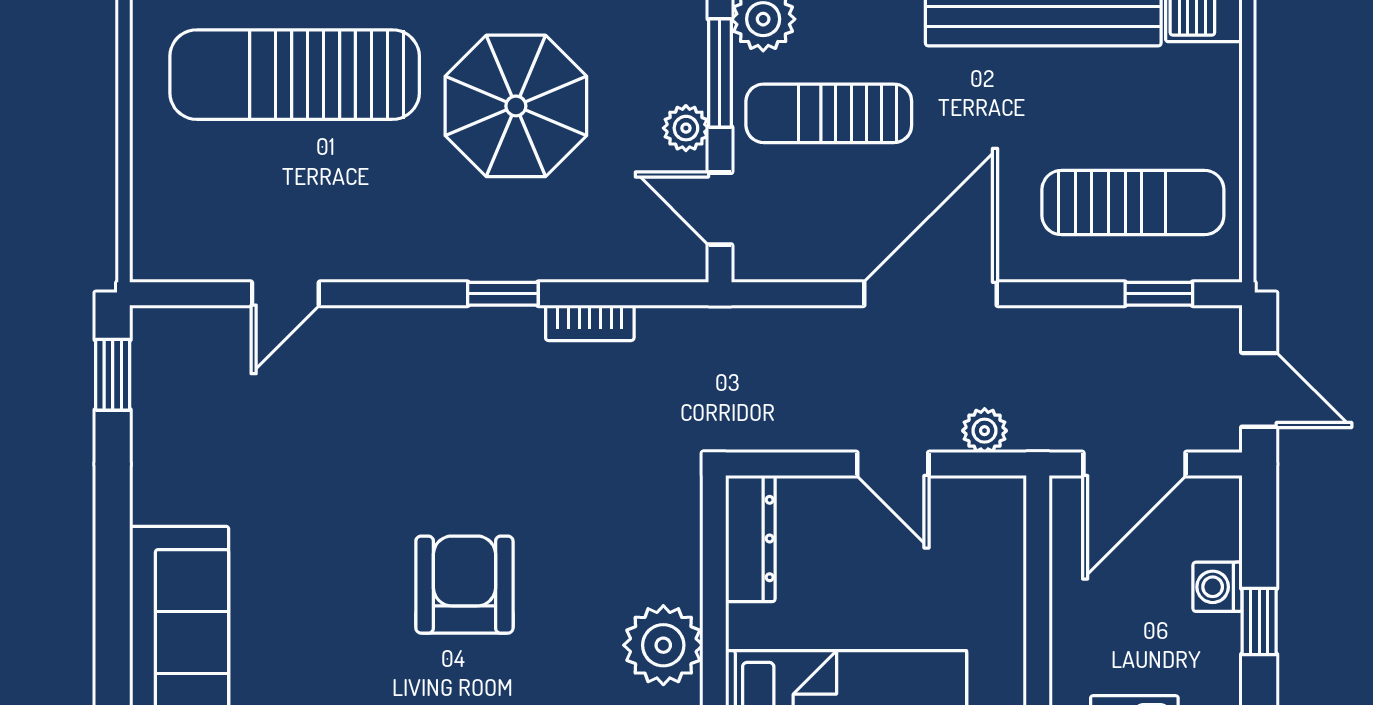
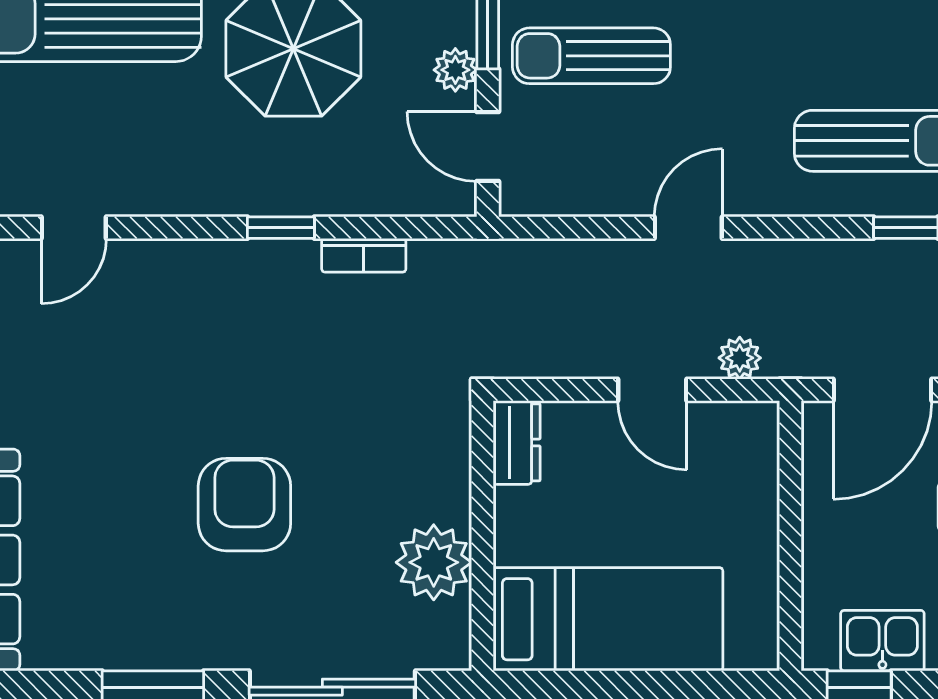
door: (931, 294) -> (688, 228), width x0.53
dresser: (750, 539) -> (517, 442), width x0.70

